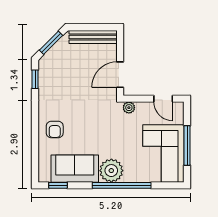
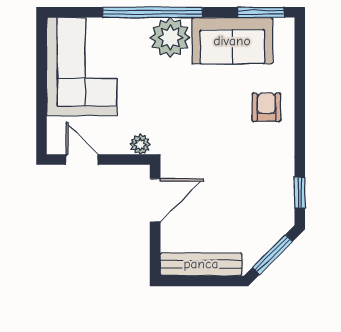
window: (187, 145) -> (41, 80), removed
window: (58, 185) -> (261, 12), width x1.50

